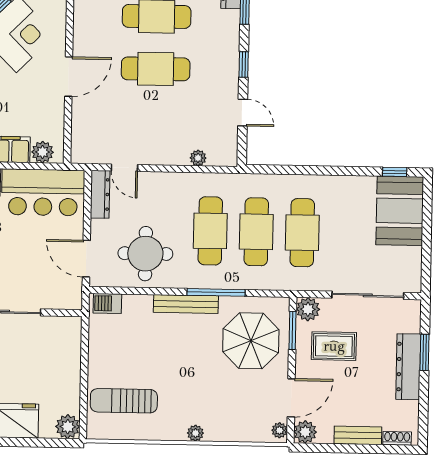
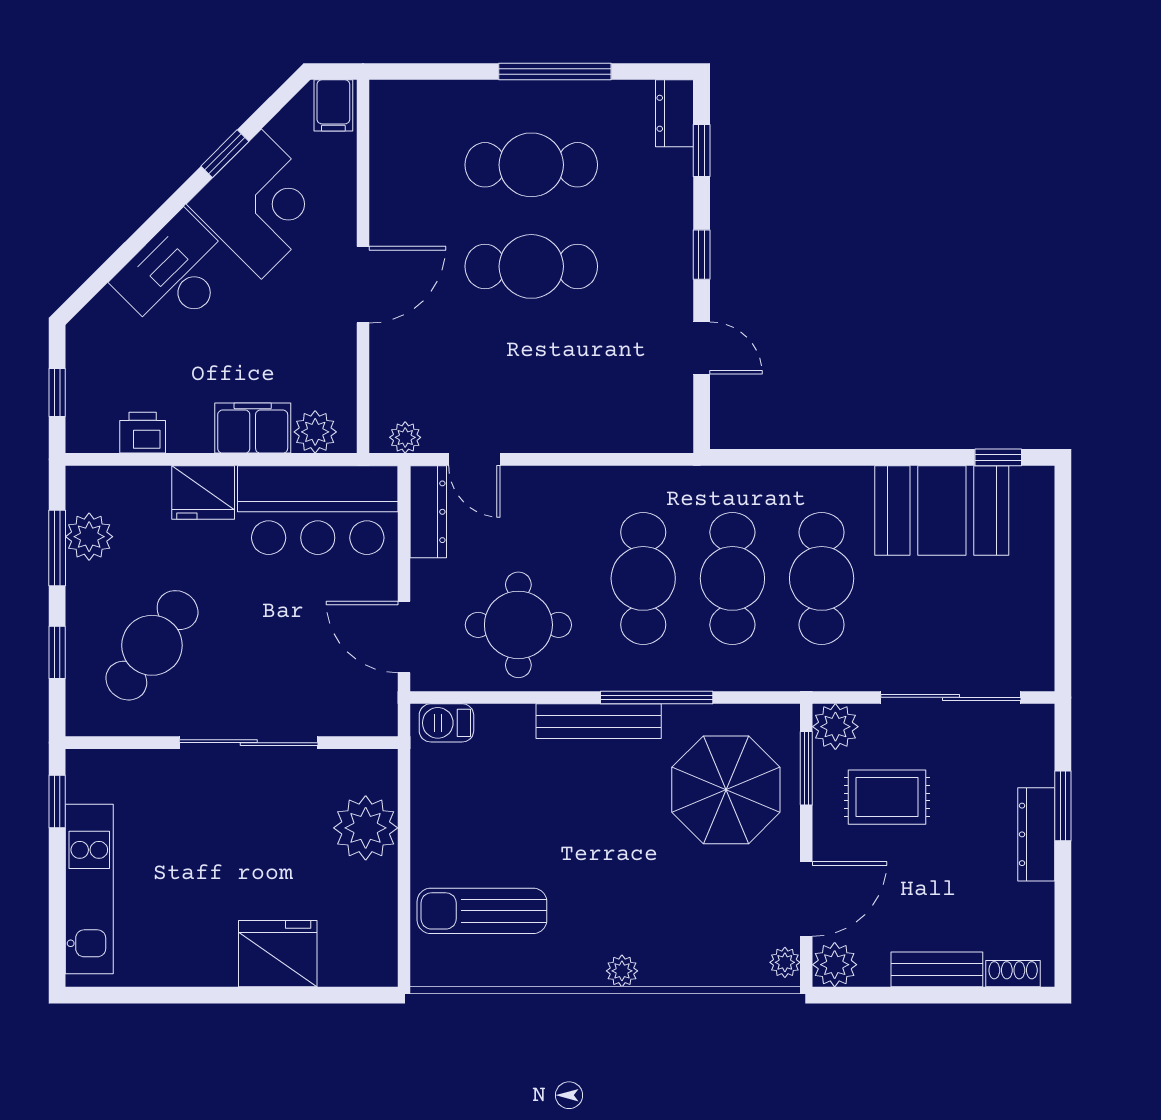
plant: (198, 158) -> (405, 437), moved
booth: (400, 211) -> (942, 510), moved, turned 90
dresser: (408, 367) -> (1036, 834), width x0.73, depth x0.80
plant: (68, 427) -> (366, 828), moved, width x1.36, depth x1.36

